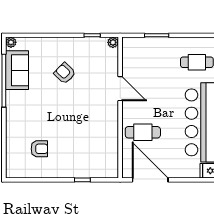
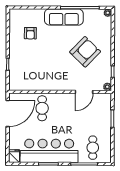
sofa: (17, 70) -> (64, 17), moved, width x1.36
armchair: (65, 73) -> (85, 52), width x1.88, depth x1.88
door: (120, 89) -> (84, 92), moved

